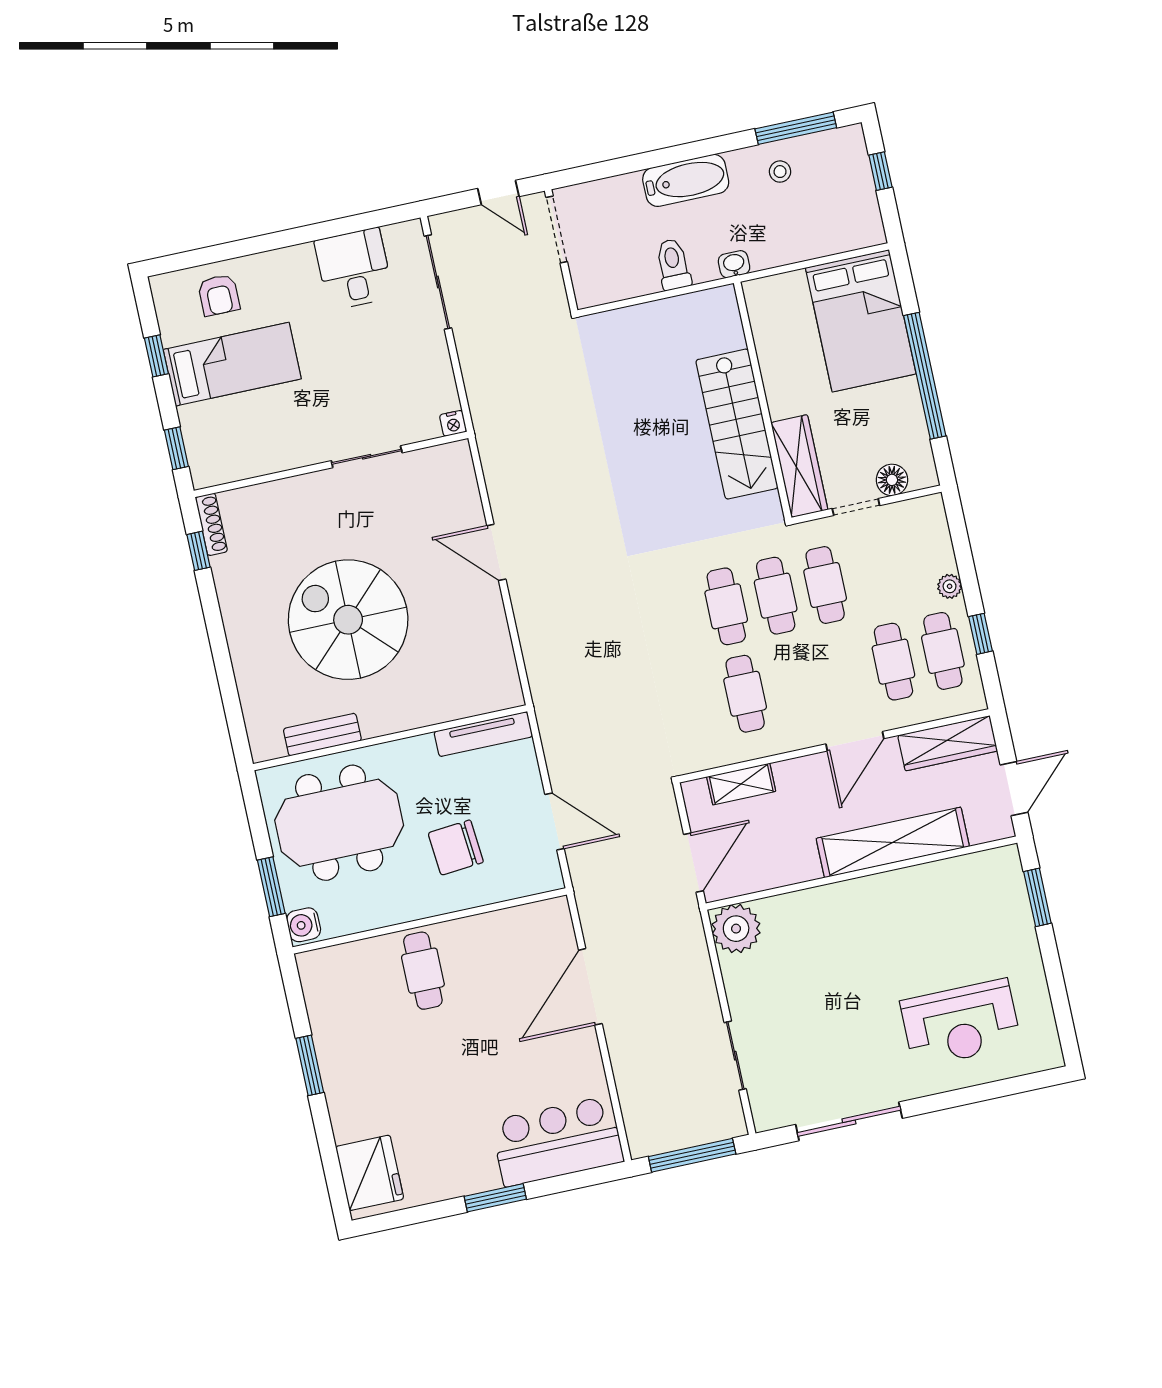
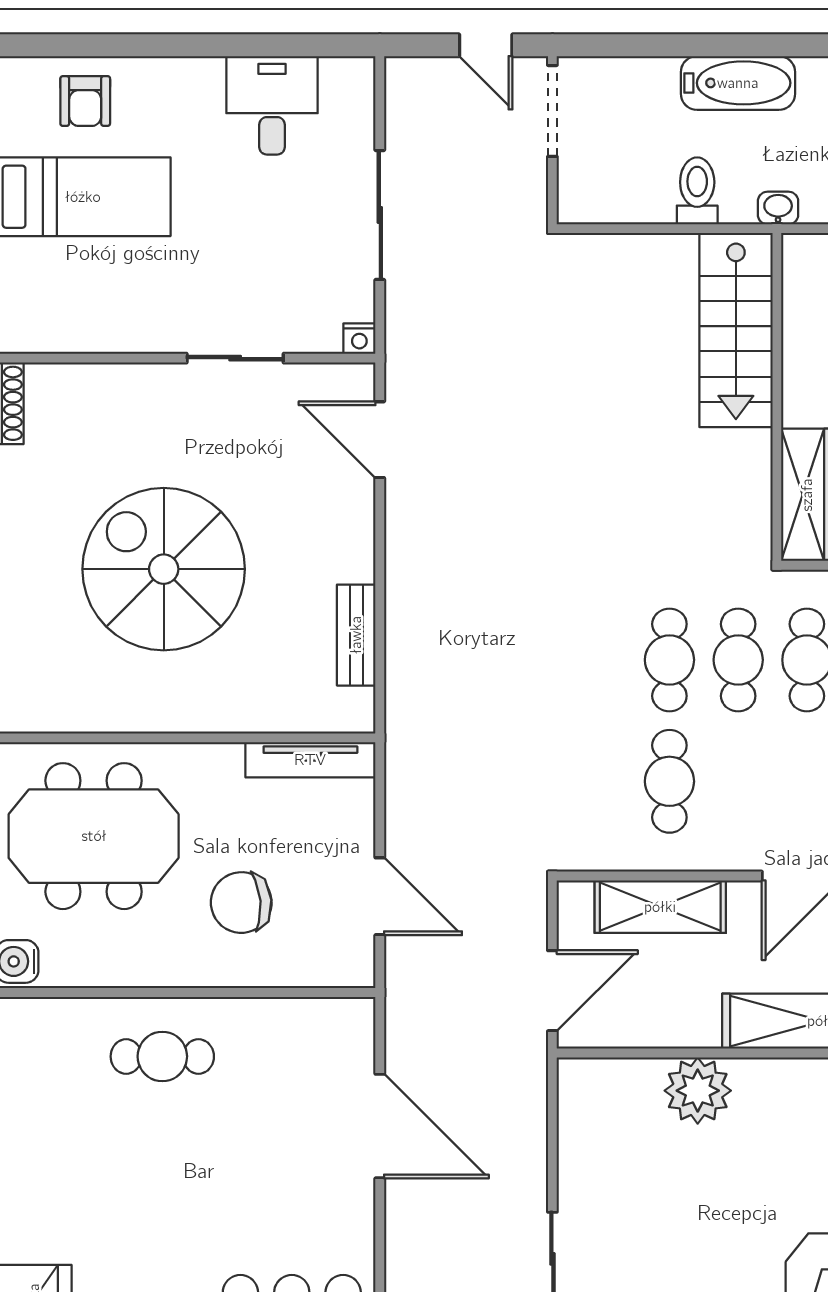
sliding door: (438, 282) -> (380, 215), moved
stairs: (737, 424) -> (736, 330), moved
door: (496, 552) -> (380, 440), moved
bench: (322, 735) -> (356, 635), moved, turned 90
shelving: (741, 784) -> (660, 907), width x1.50, depth x1.33
plant: (736, 929) -> (698, 1091), moved
cafe table: (423, 971) -> (162, 1056), turned 90
door: (590, 987) -> (380, 1126), swing flipped

